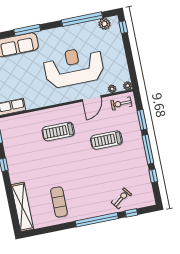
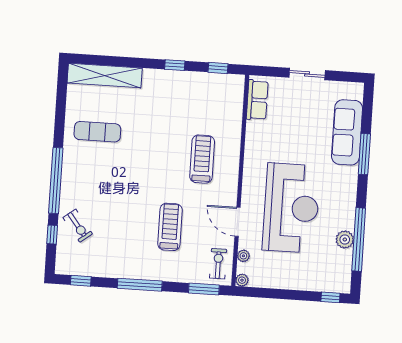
plant: (104, 24) -> (345, 240), moved
window: (142, 120) -> (204, 289), moved
window: (153, 176) -> (81, 281), moved

